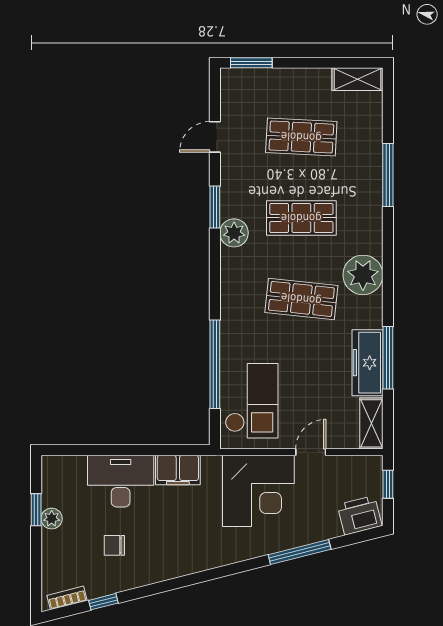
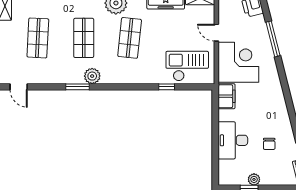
door: (215, 137) -> (19, 87), moved
window: (215, 364) -> (167, 87), width x0.32
filing cabinet: (178, 470) -> (227, 96), moved

